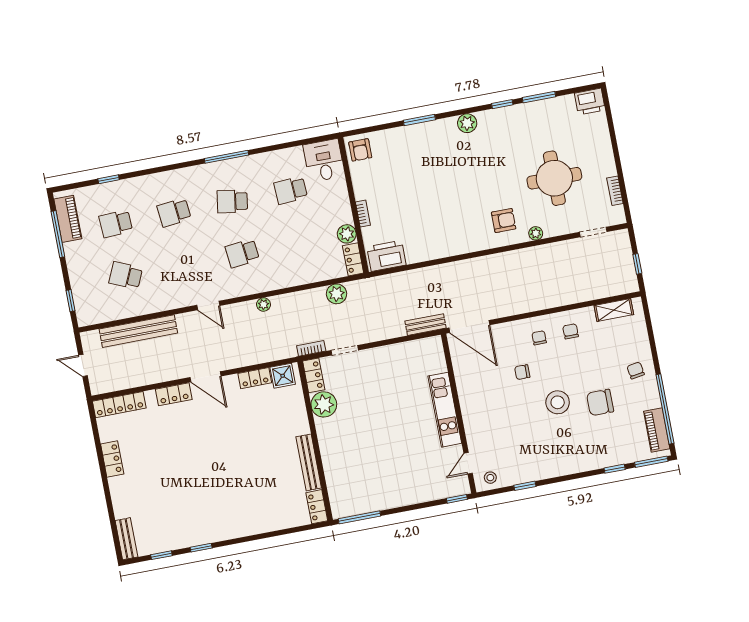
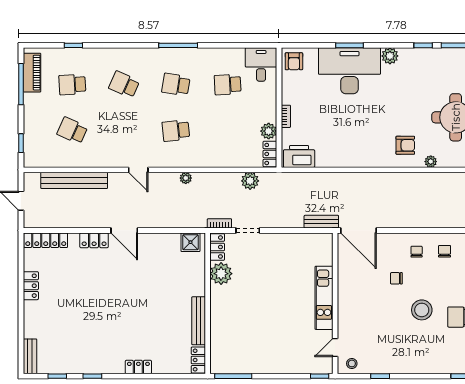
desk: (425, 149) -> (349, 71), added
school desk: (174, 213) -> (124, 85), turned 30
locker: (255, 378) -> (138, 367), moved, turned 180

